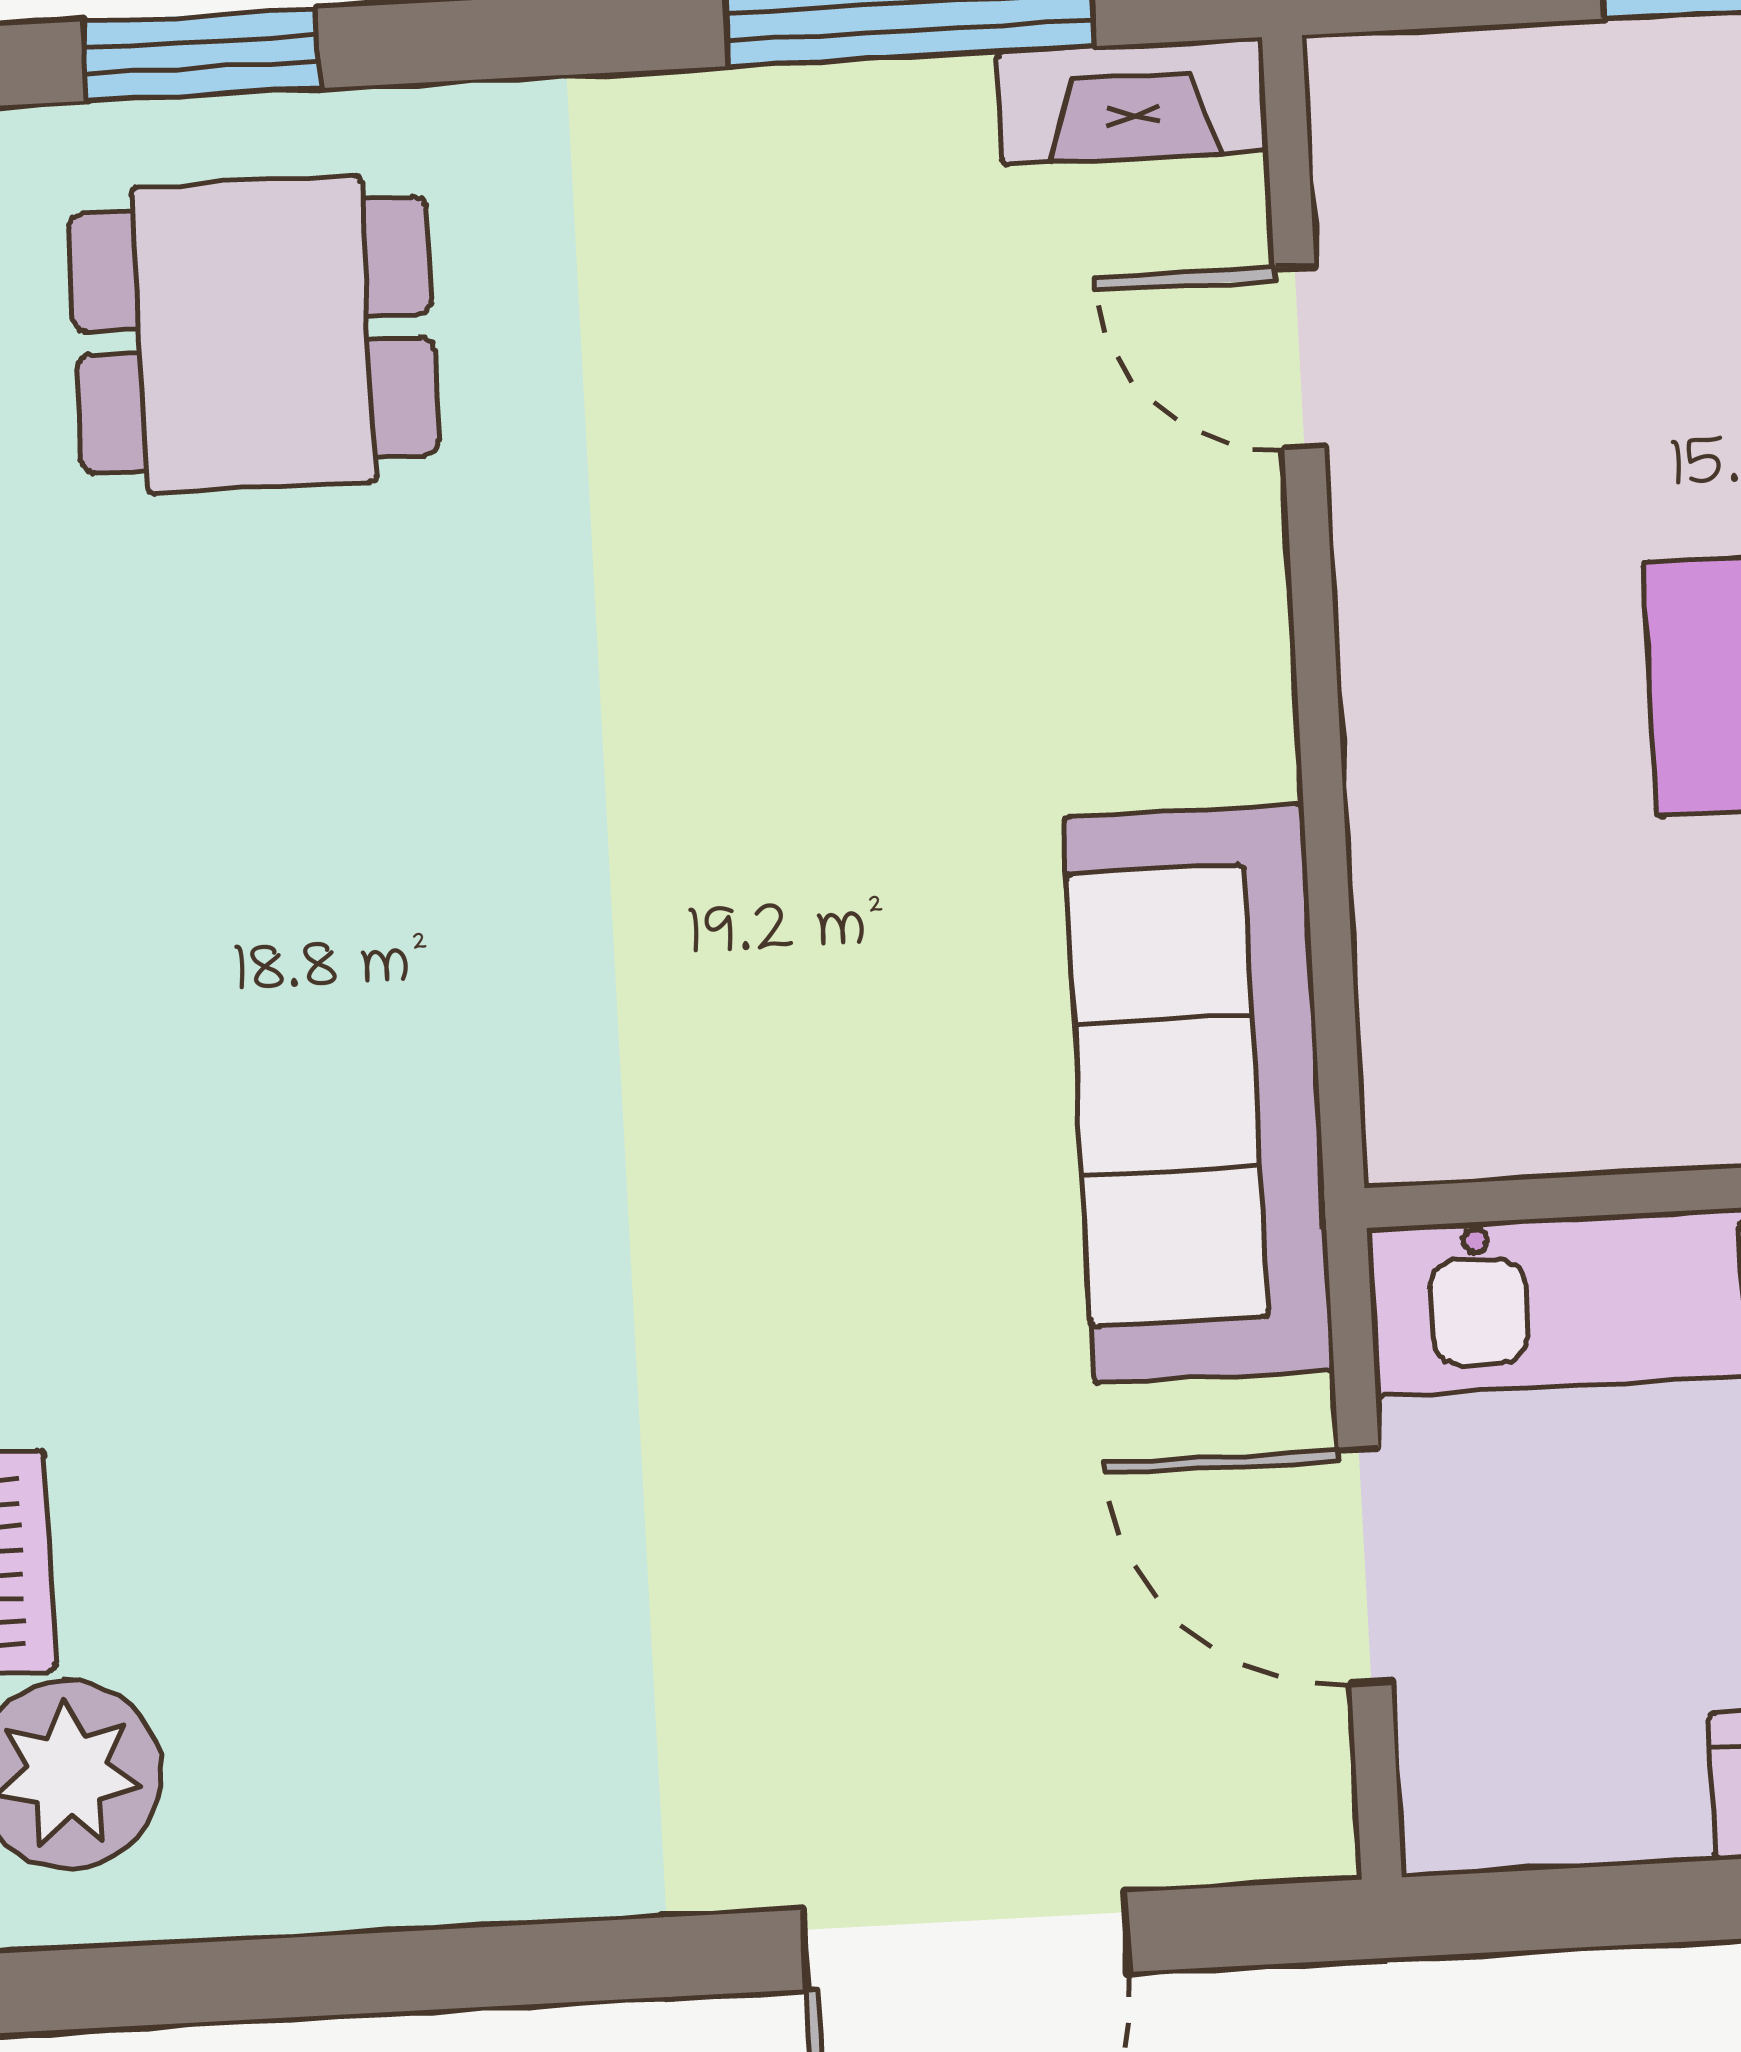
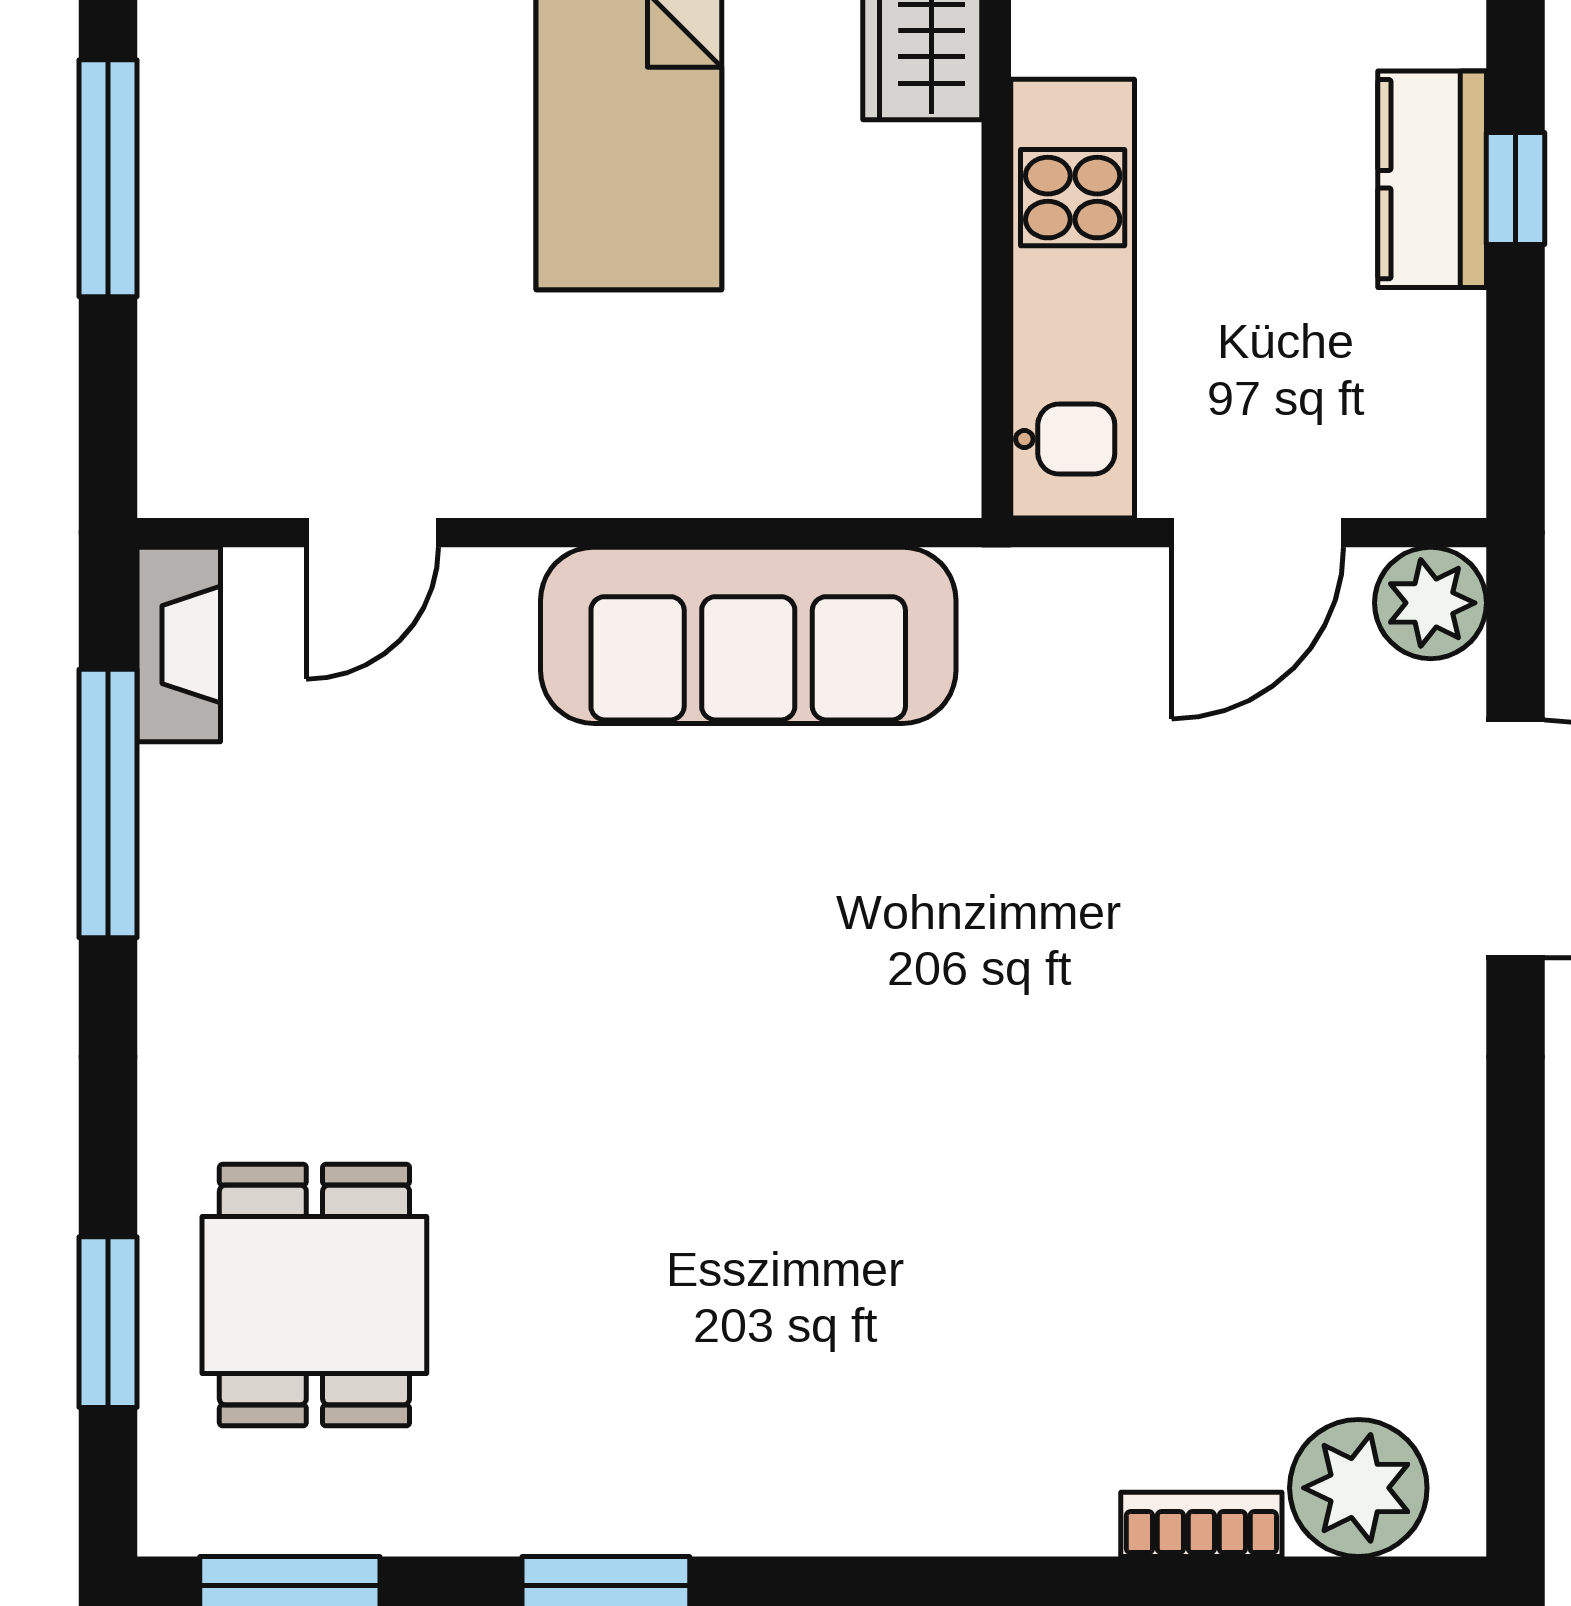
sofa: (1198, 1094) -> (748, 635), moved
plant: (1281, 1807) -> (1431, 603), added

